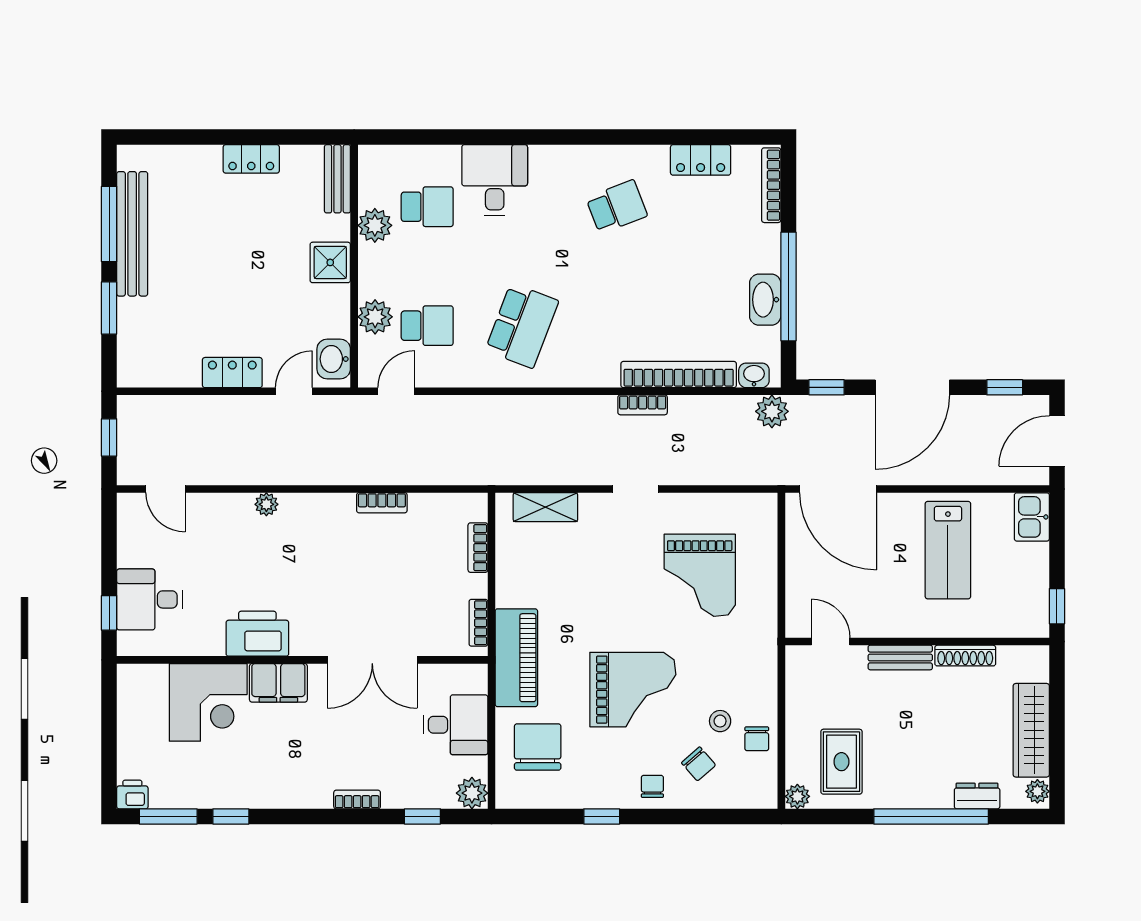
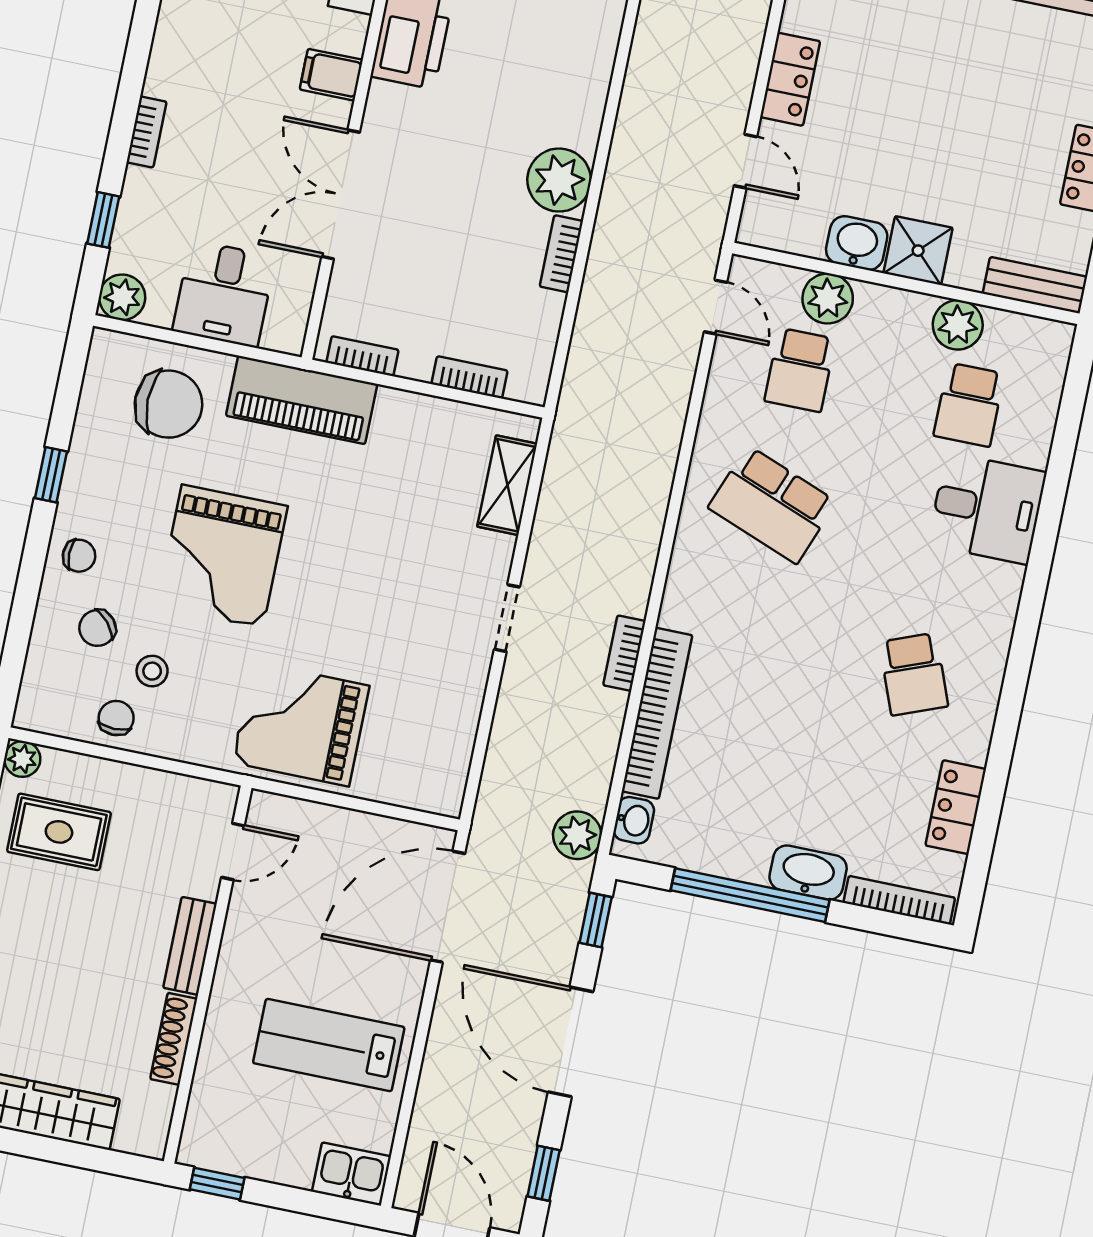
washbasin: (765, 300) -> (808, 873), moved
washbasin: (334, 359) -> (857, 243), moved
plant: (266, 504) -> (559, 180), moved, width x1.88, depth x1.88
grand piano: (700, 575) -> (301, 724), moved
filing cabinet: (278, 683) -> (331, 75), width x0.50
chair: (757, 739) -> (116, 718), turned 90

